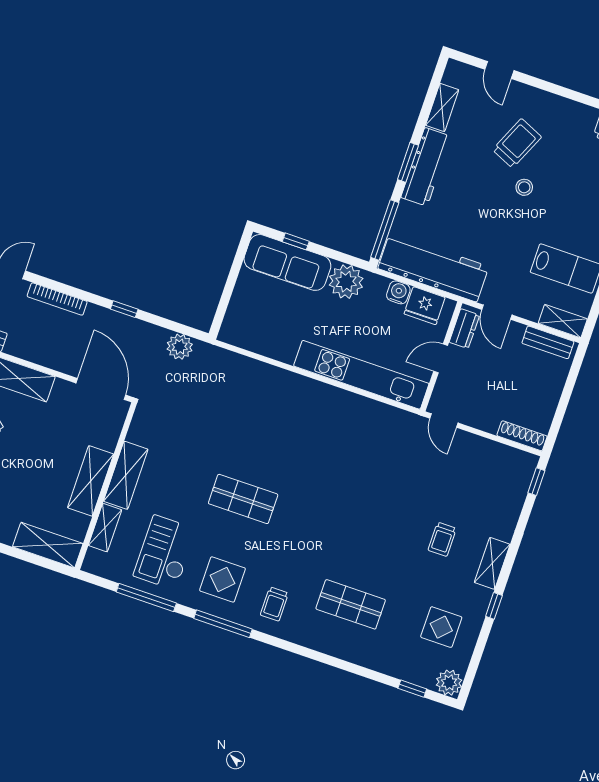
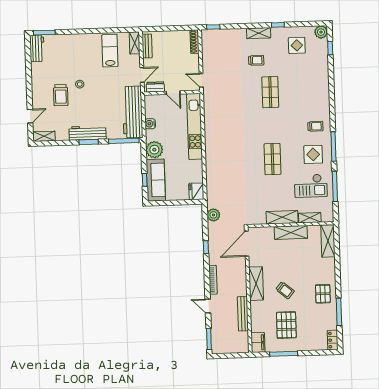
shelving: (442, 107) -> (44, 136), moved
trolley: (517, 143) -> (61, 95), turned -114
fridge: (425, 306) -> (196, 191), moved, turned 180
door: (444, 421) -> (201, 80), swing flipped
shop shelf: (351, 604) -> (270, 92), moved

